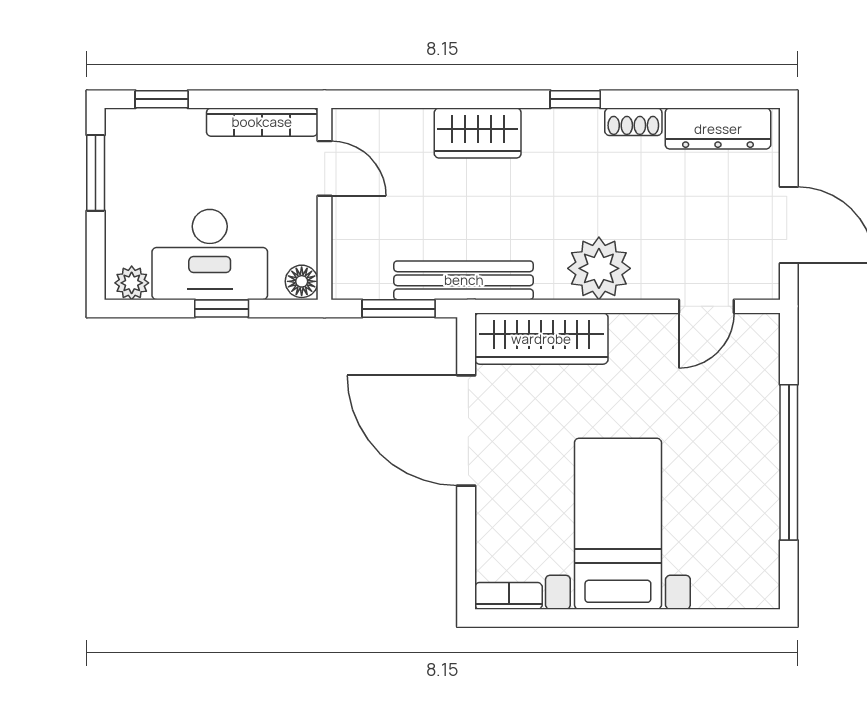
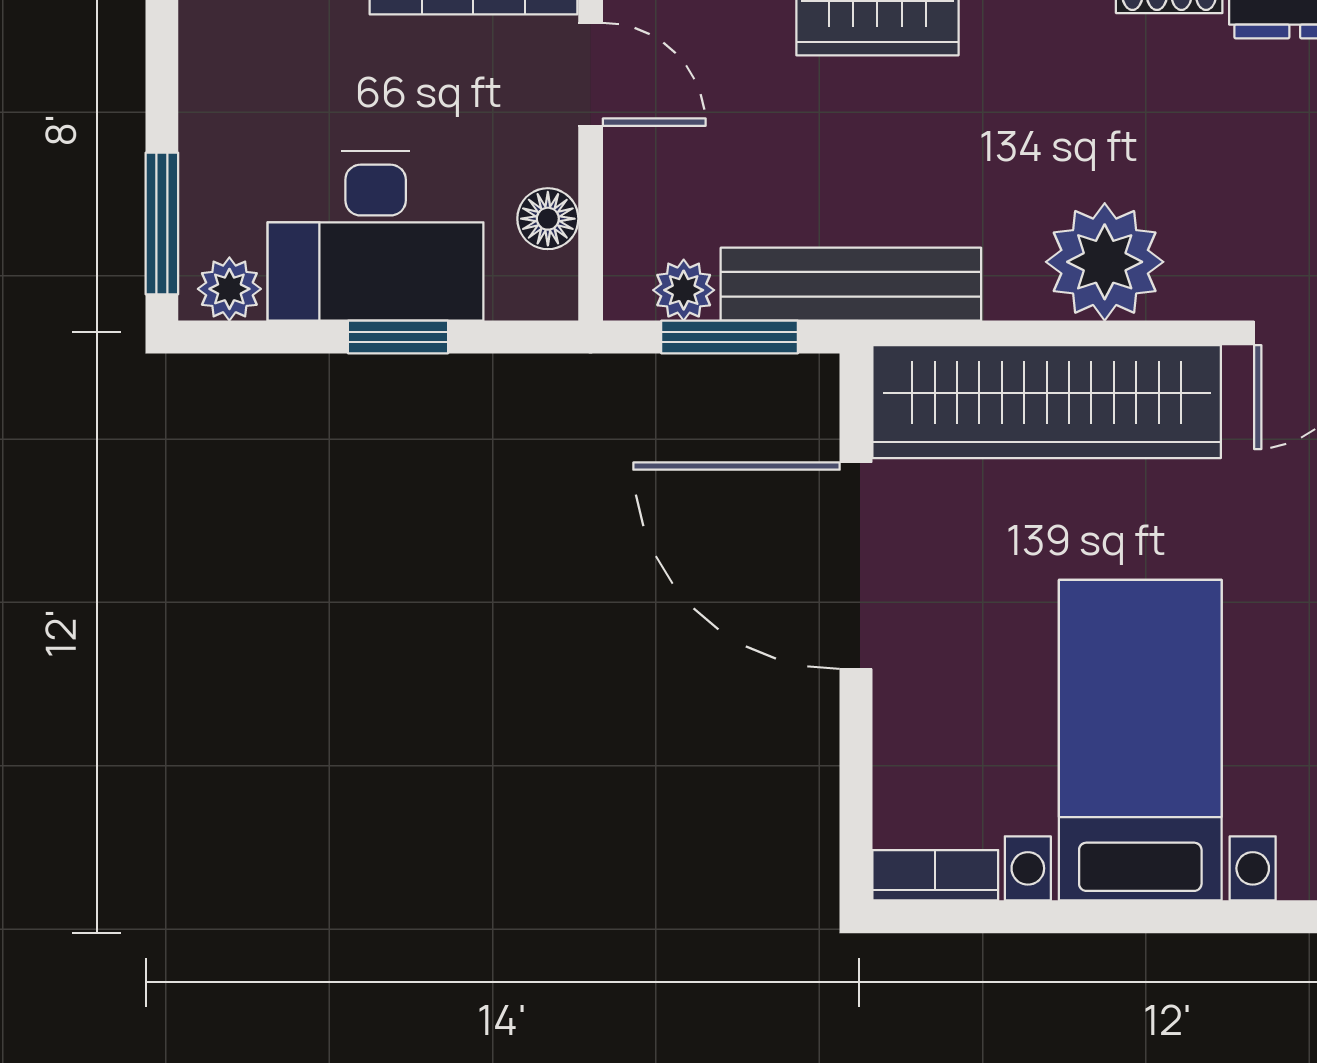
window: (96, 173) -> (162, 224), moved
floor lamp: (302, 281) -> (548, 219), moved
plant: (374, 283) -> (684, 290), added
wardrobe: (541, 339) -> (1047, 402), width x1.40, depth x1.17

